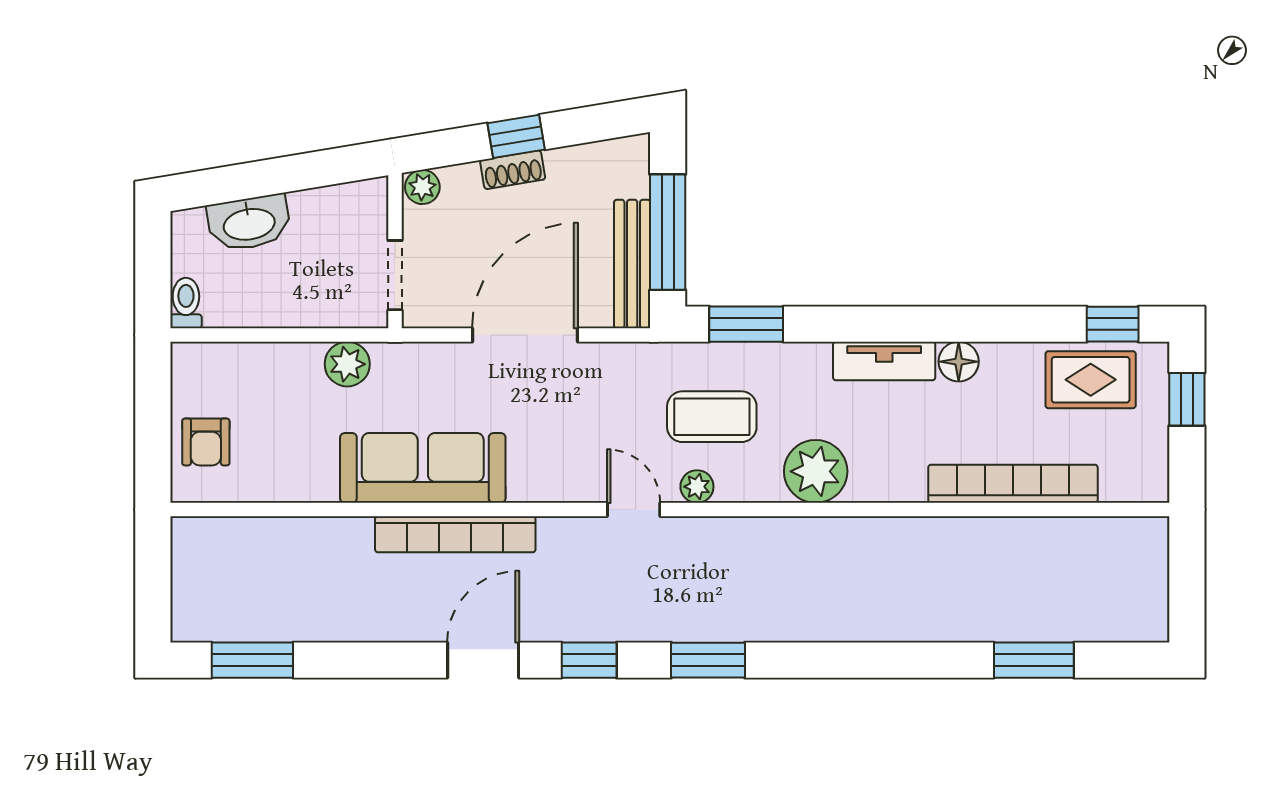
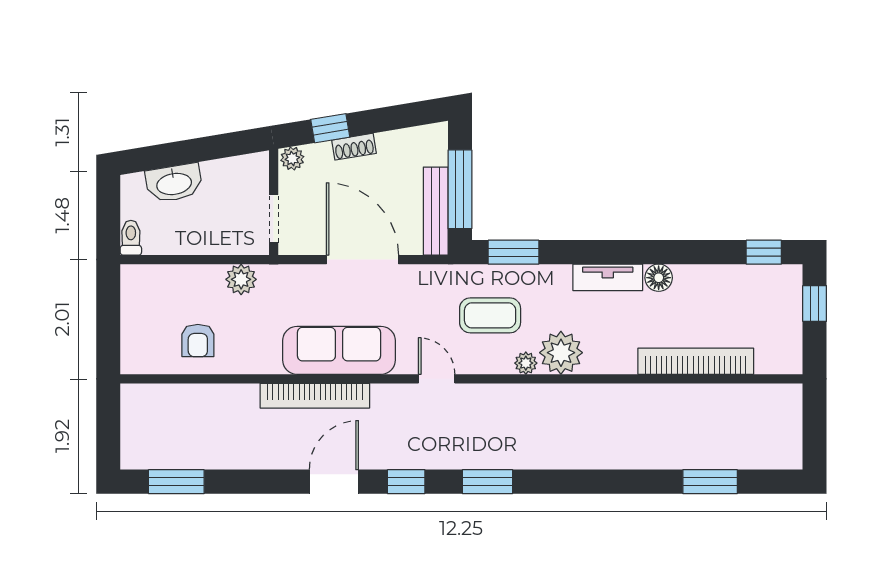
window: (516, 136) -> (330, 128), moved
door: (525, 335) -> (362, 260), hinge flipped
rug: (1091, 380) -> (749, 290), removed
armchair: (206, 442) -> (198, 341), moved
sofa: (423, 468) -> (339, 350), moved
plant: (697, 487) -> (526, 363), moved

